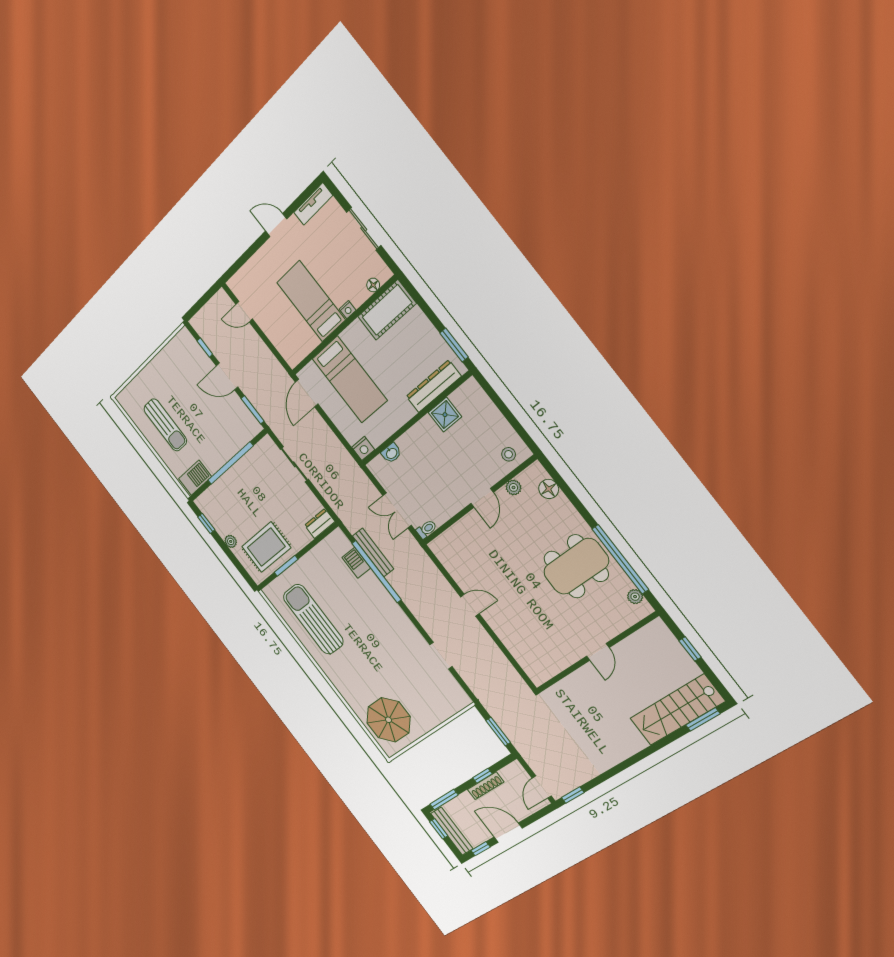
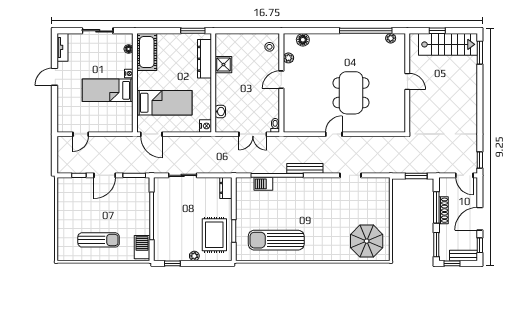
door: (482, 498) -> (281, 80), swing flipped
bench: (373, 552) -> (305, 168), moved
dining table: (576, 566) -> (351, 93), moved
stairs: (677, 710) -> (448, 44), moved, turned -90
window: (482, 776) -> (436, 207), width x2.17
bench: (452, 831) -> (463, 255), width x0.73

